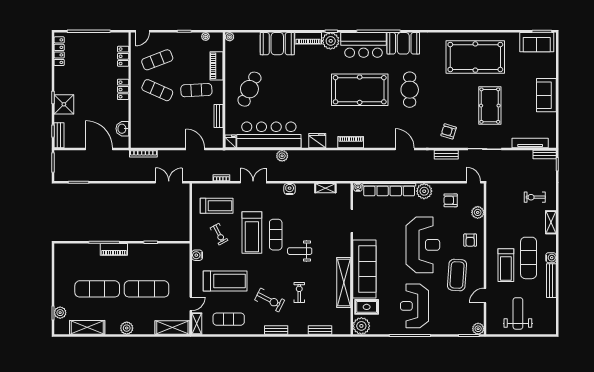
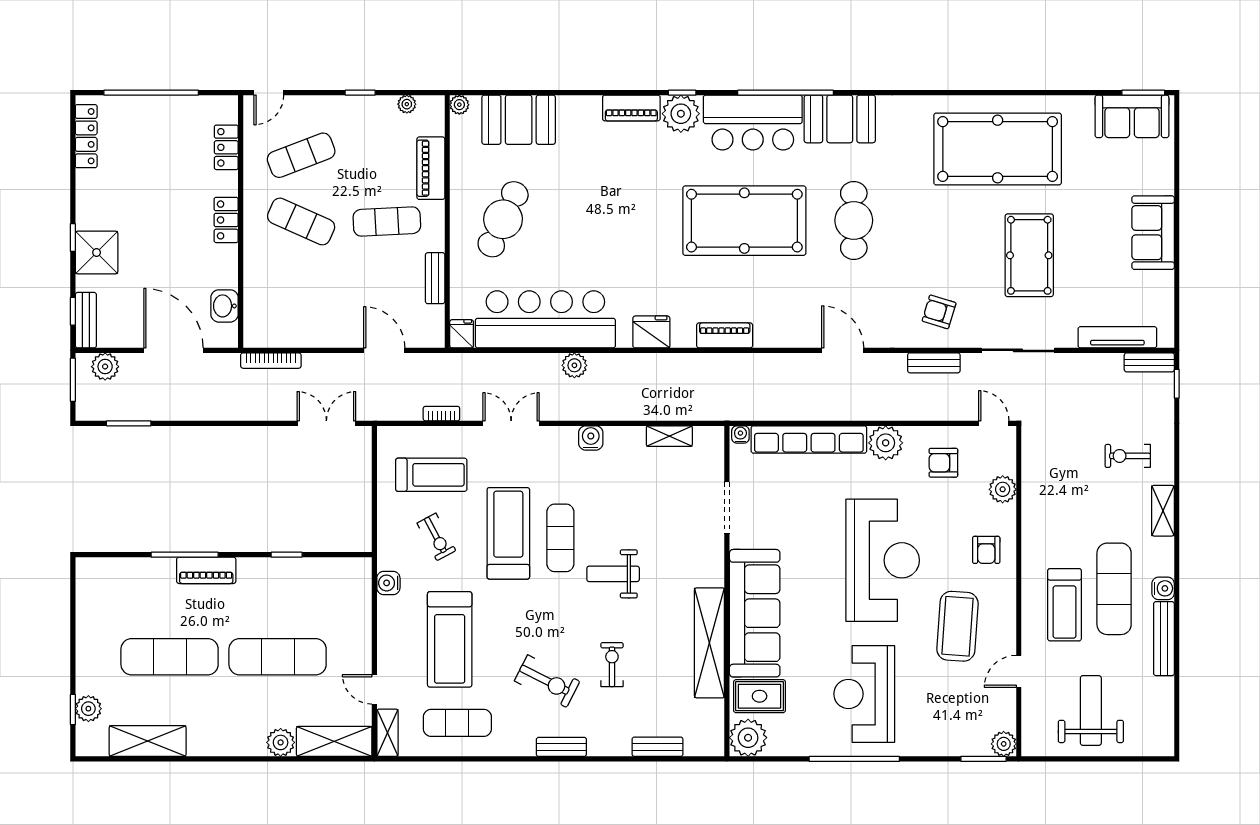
booth: (277, 44) -> (519, 120), moved
plant: (68, 156) -> (105, 367), added
treadmill: (252, 233) -> (508, 533), turned 180
treadmill: (225, 281) -> (450, 639), turned 90
door: (191, 304) -> (374, 689), swing flipped
plant: (127, 328) -> (281, 742), moved

